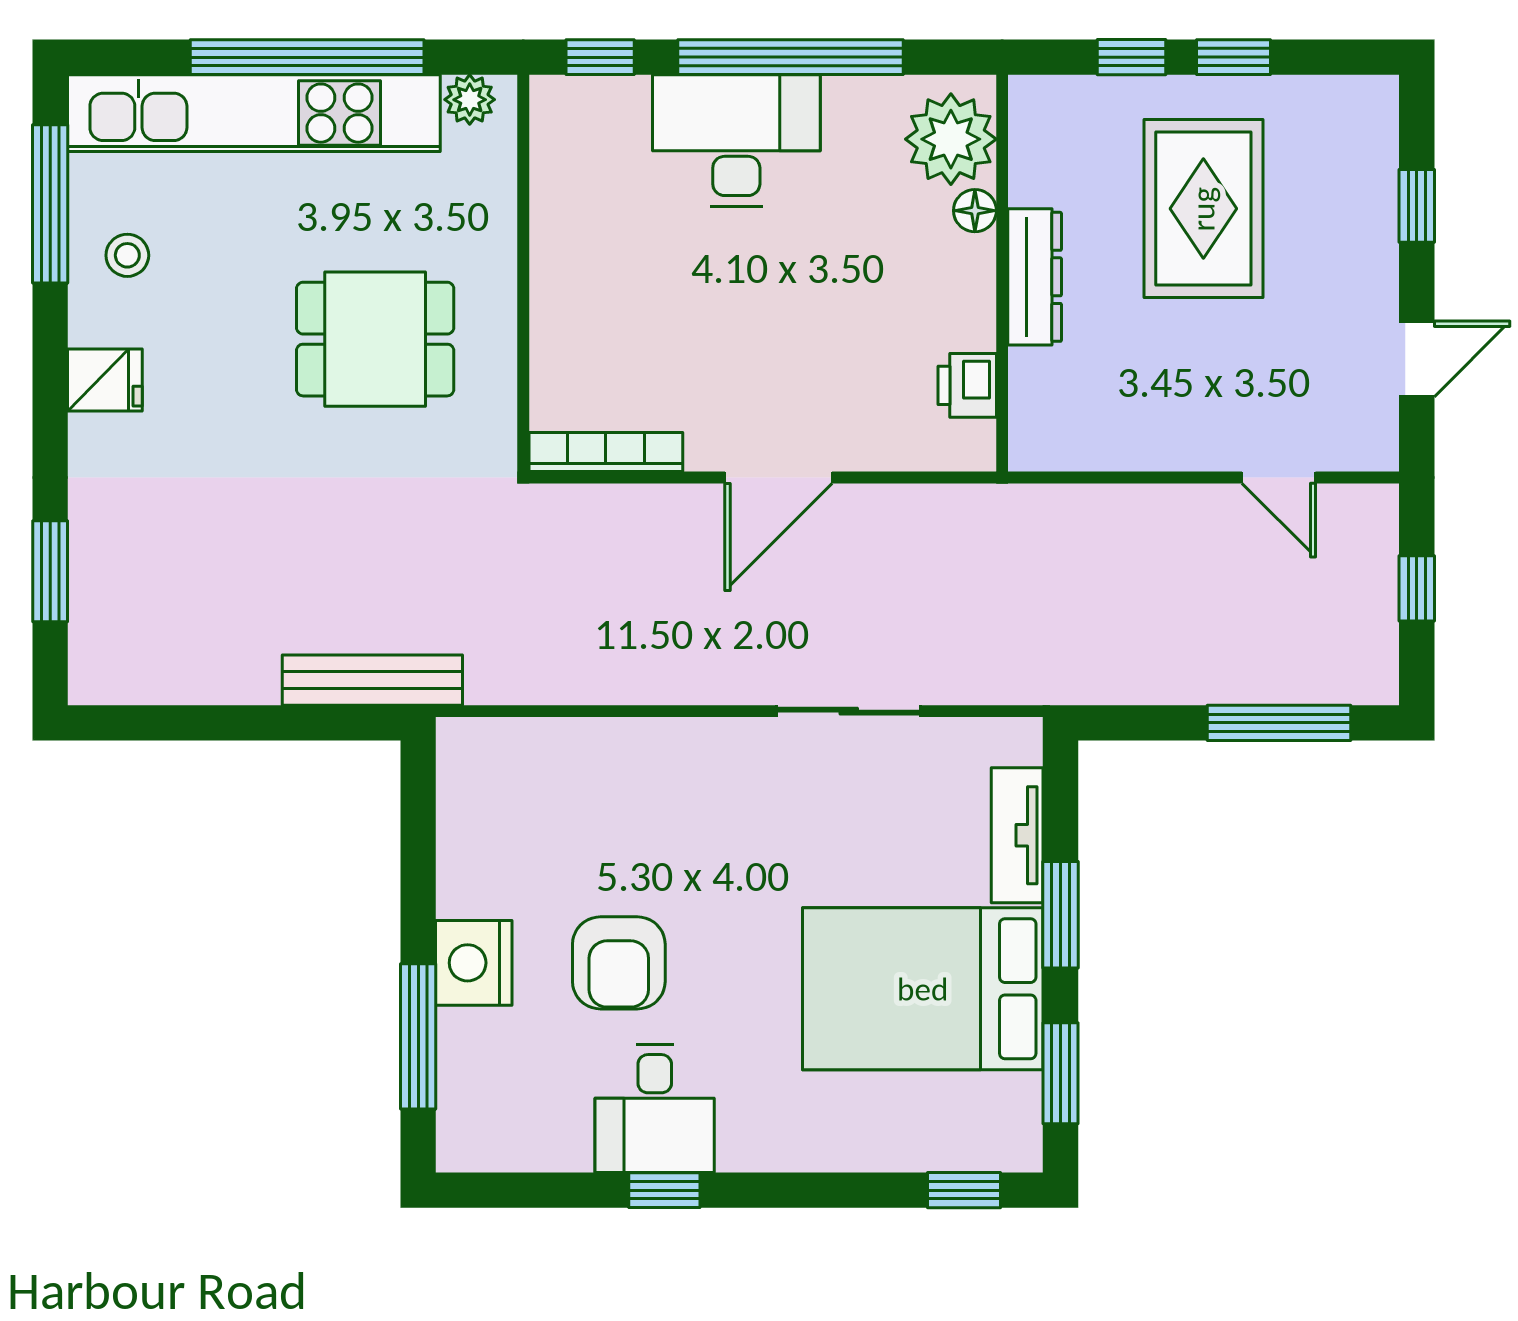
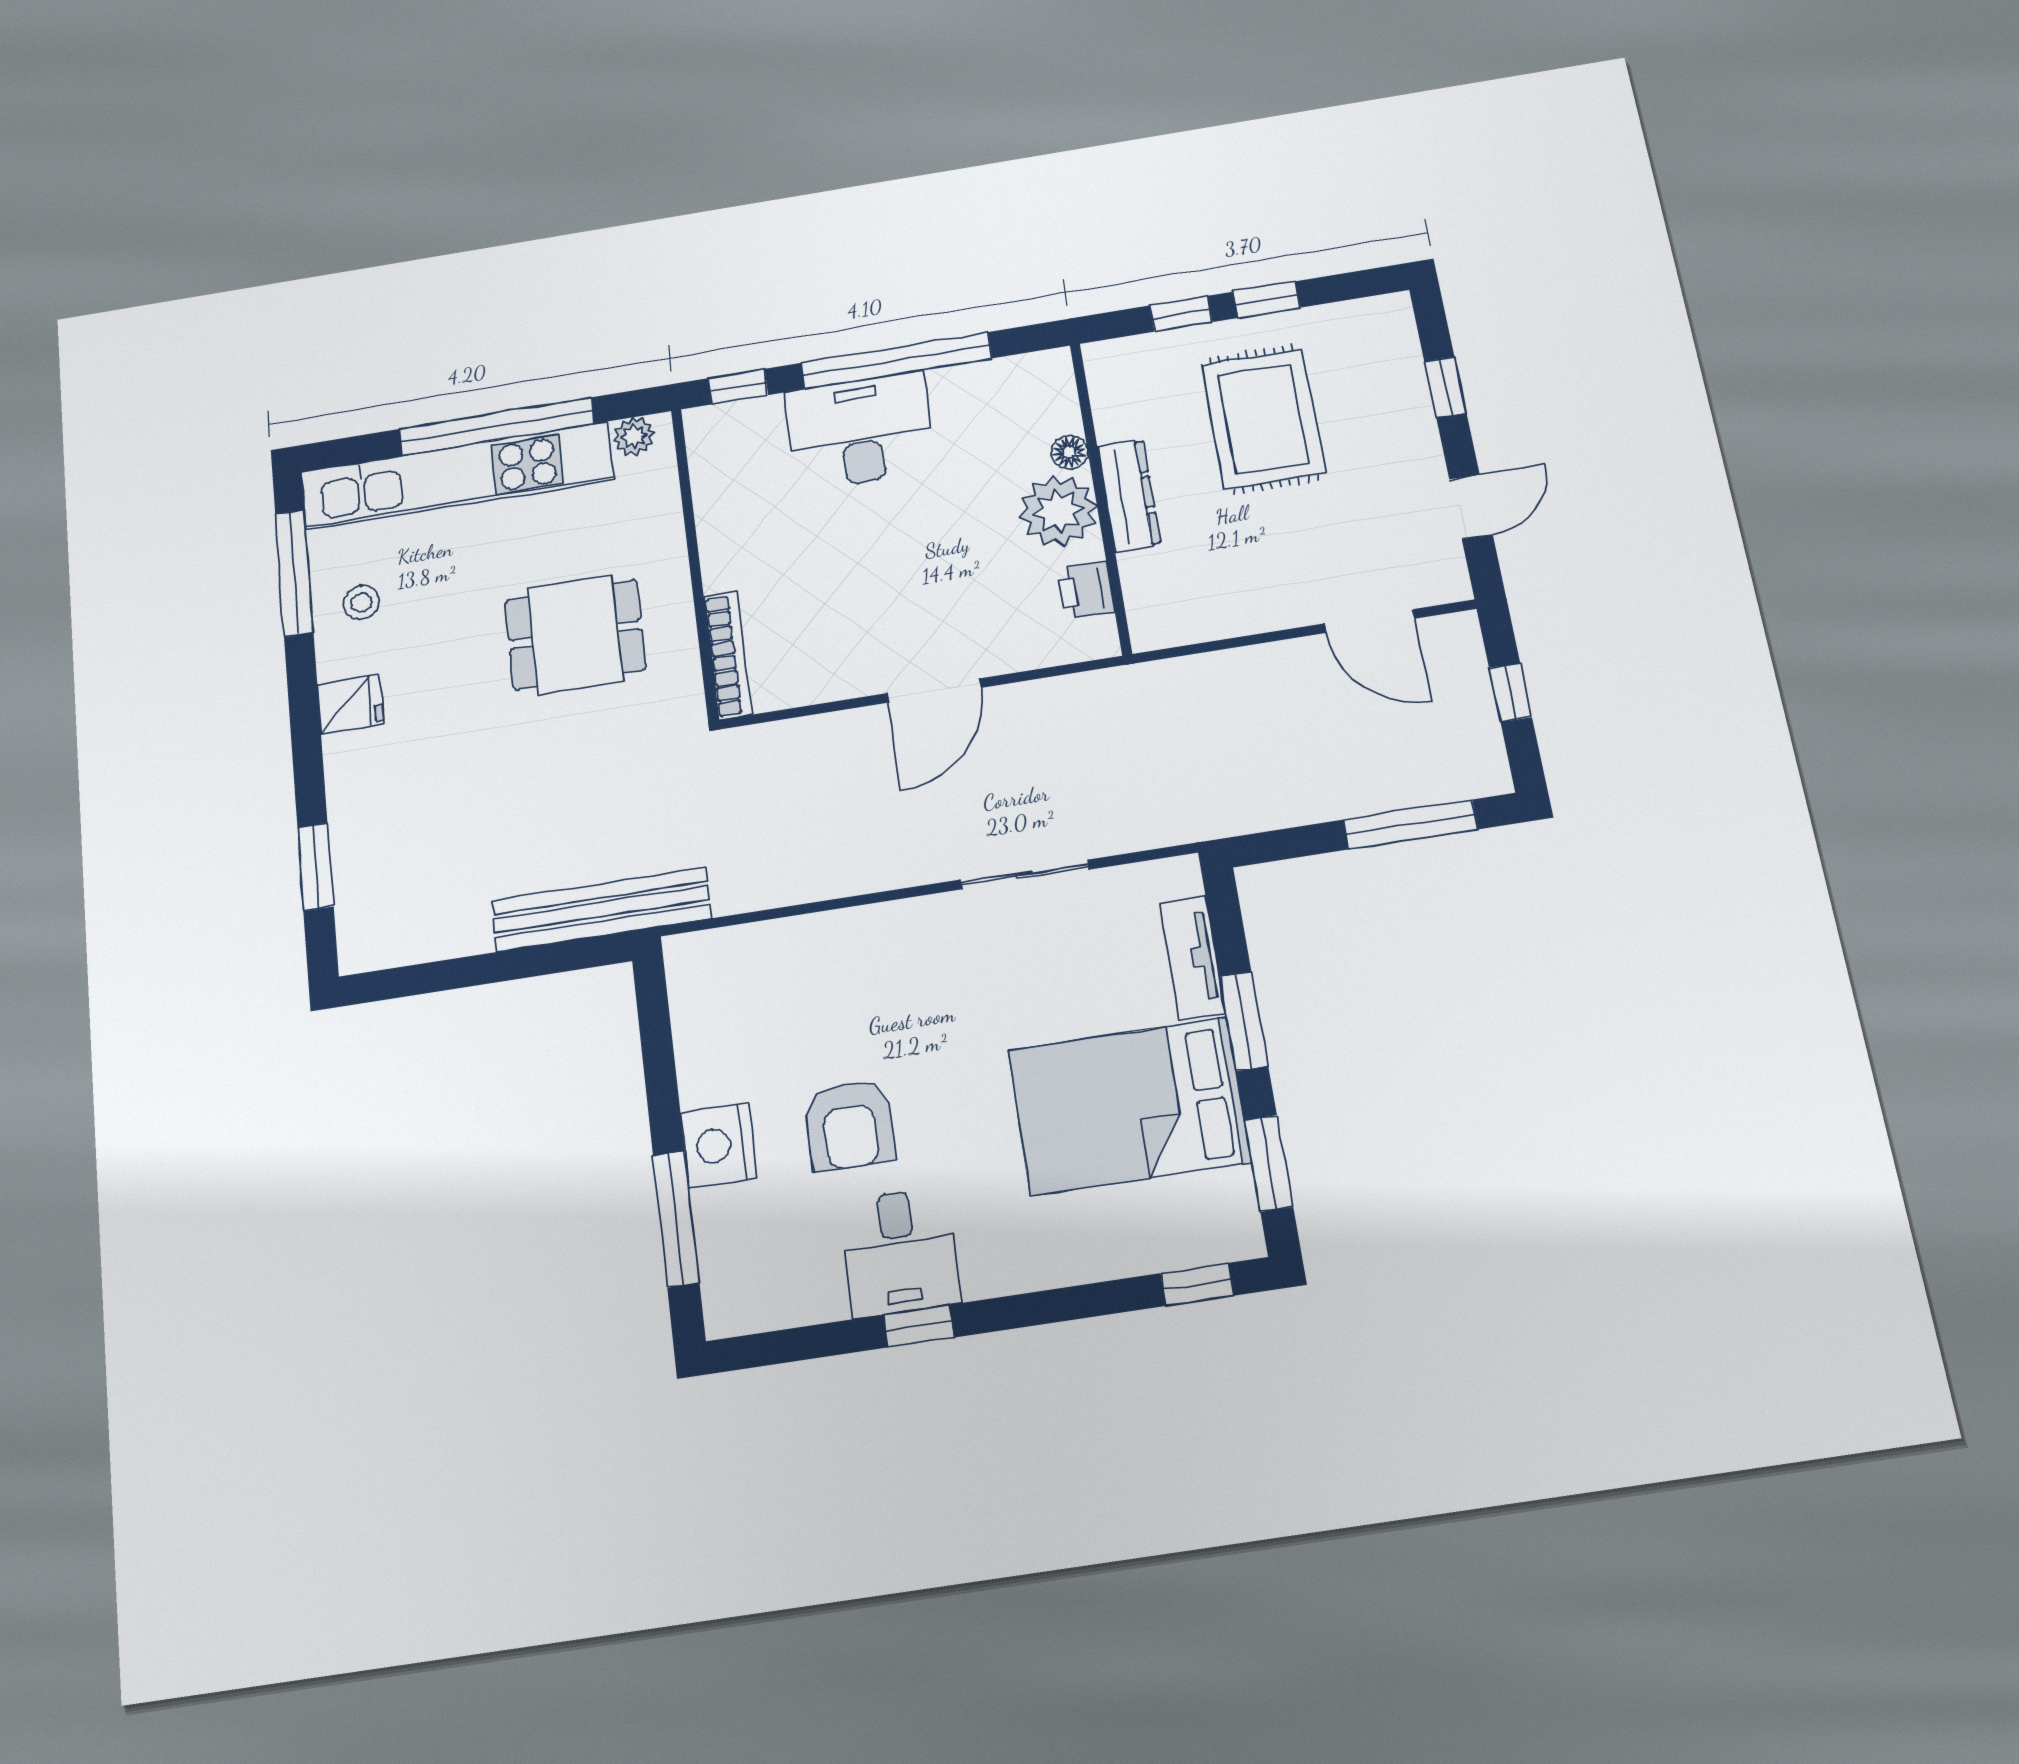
plant: (951, 139) -> (1058, 511), moved
bookcase: (606, 452) -> (728, 655), moved, turned 90
door: (1279, 478) -> (1370, 621), width x1.38
bench: (372, 680) -> (602, 909), width x1.37, depth x1.21

